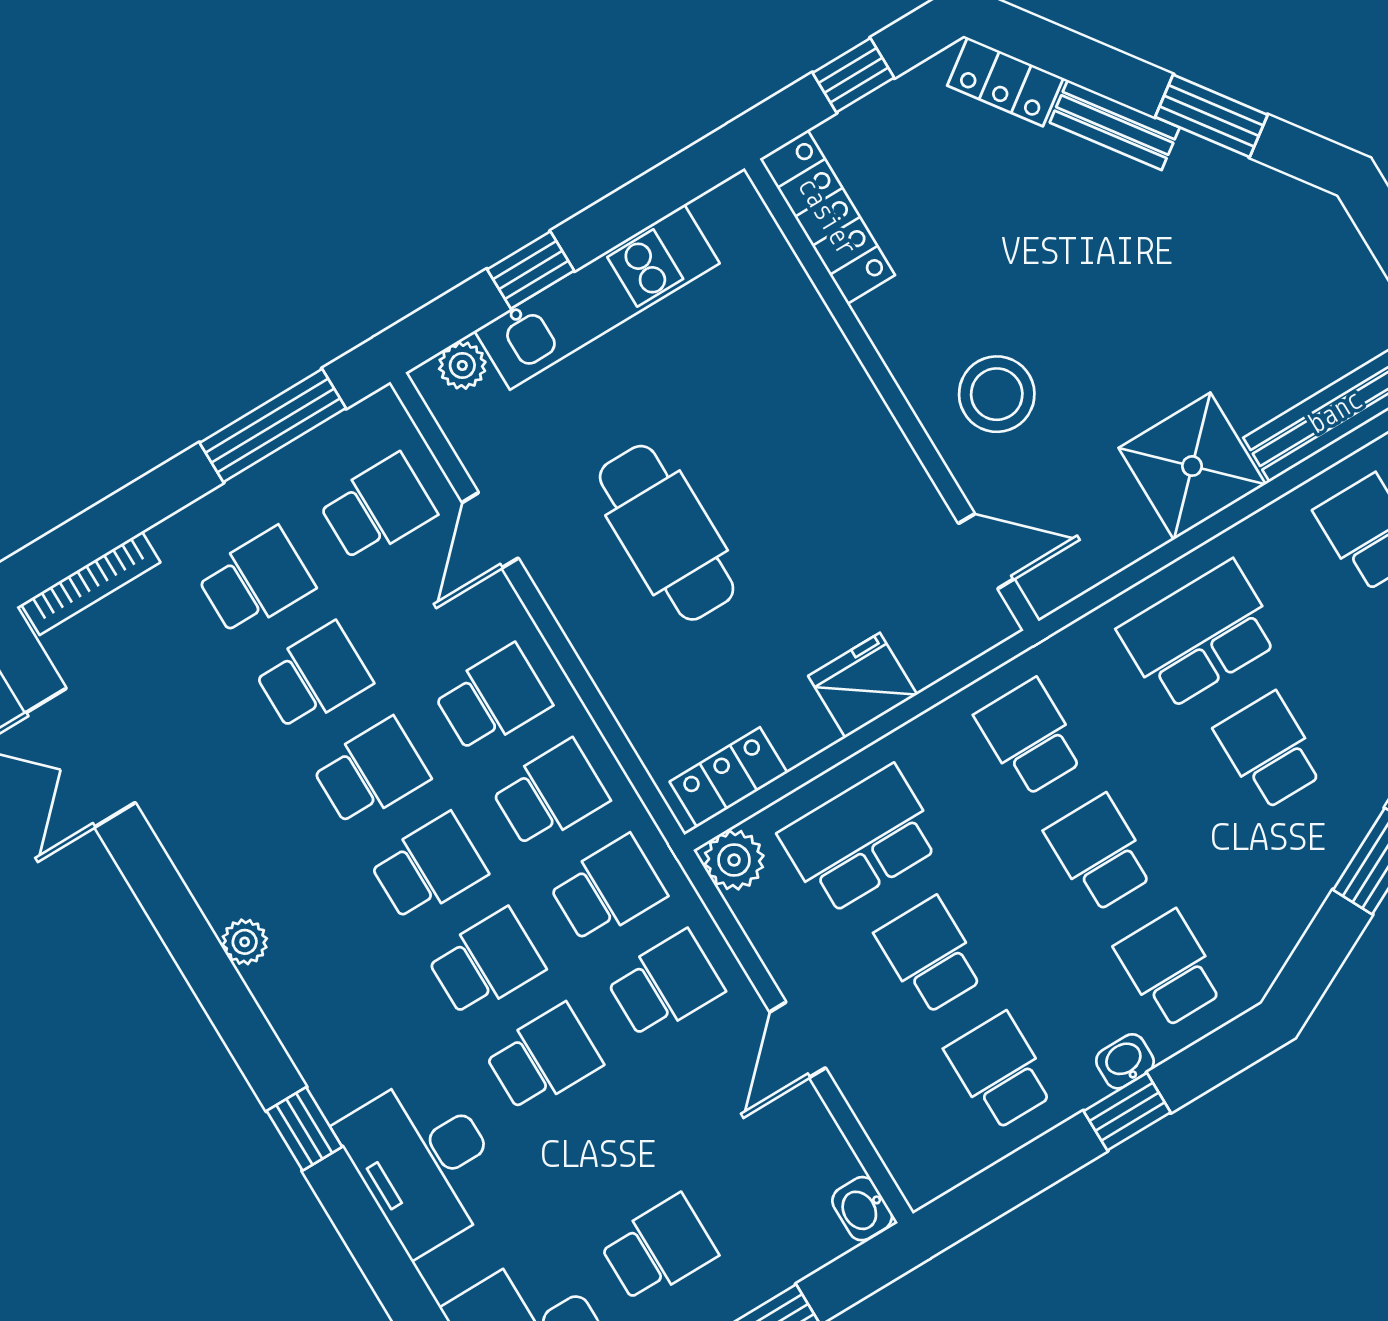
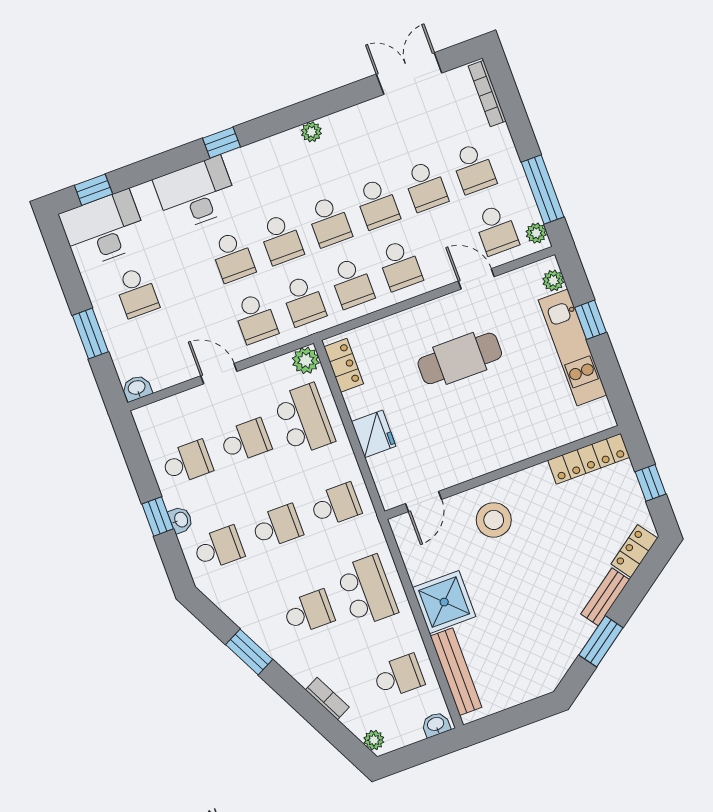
plant: (368, 421) -> (536, 233), added

